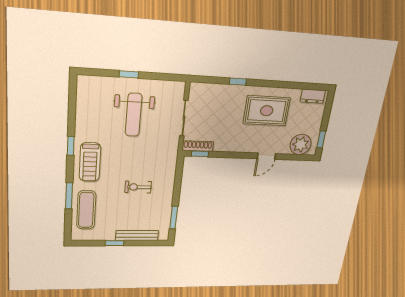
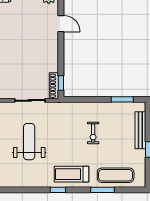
rug: (267, 111) -> (20, 31), removed
weight bench: (134, 115) -> (29, 142), turned -90
treadmill: (90, 162) -> (71, 174), turned 180

